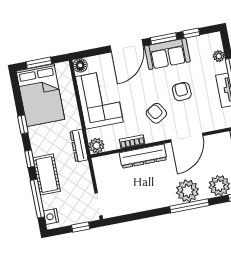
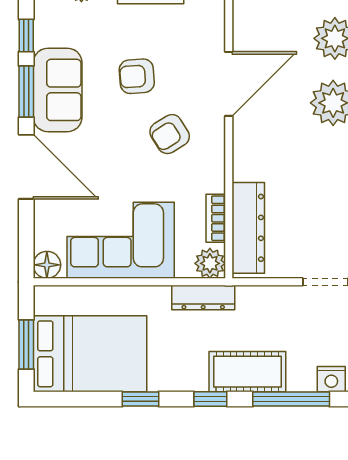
door: (187, 138) -> (229, 84), hinge flipped
bookcase: (132, 142) -> (216, 218), moved
dresser: (143, 156) -> (248, 228), moved

